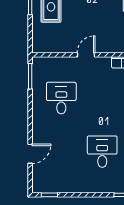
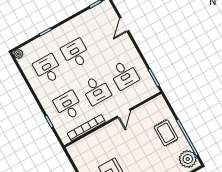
desk: (102, 98) -> (96, 90), added
desk: (102, 152) -> (76, 54), turned 180

